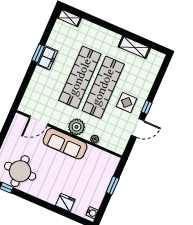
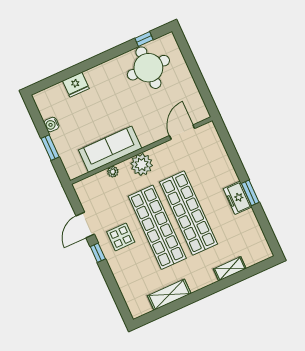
shelving: (69, 18) -> (230, 269), moved
sofa: (65, 144) -> (110, 149), moved
water cooler: (92, 213) -> (51, 124), moved

